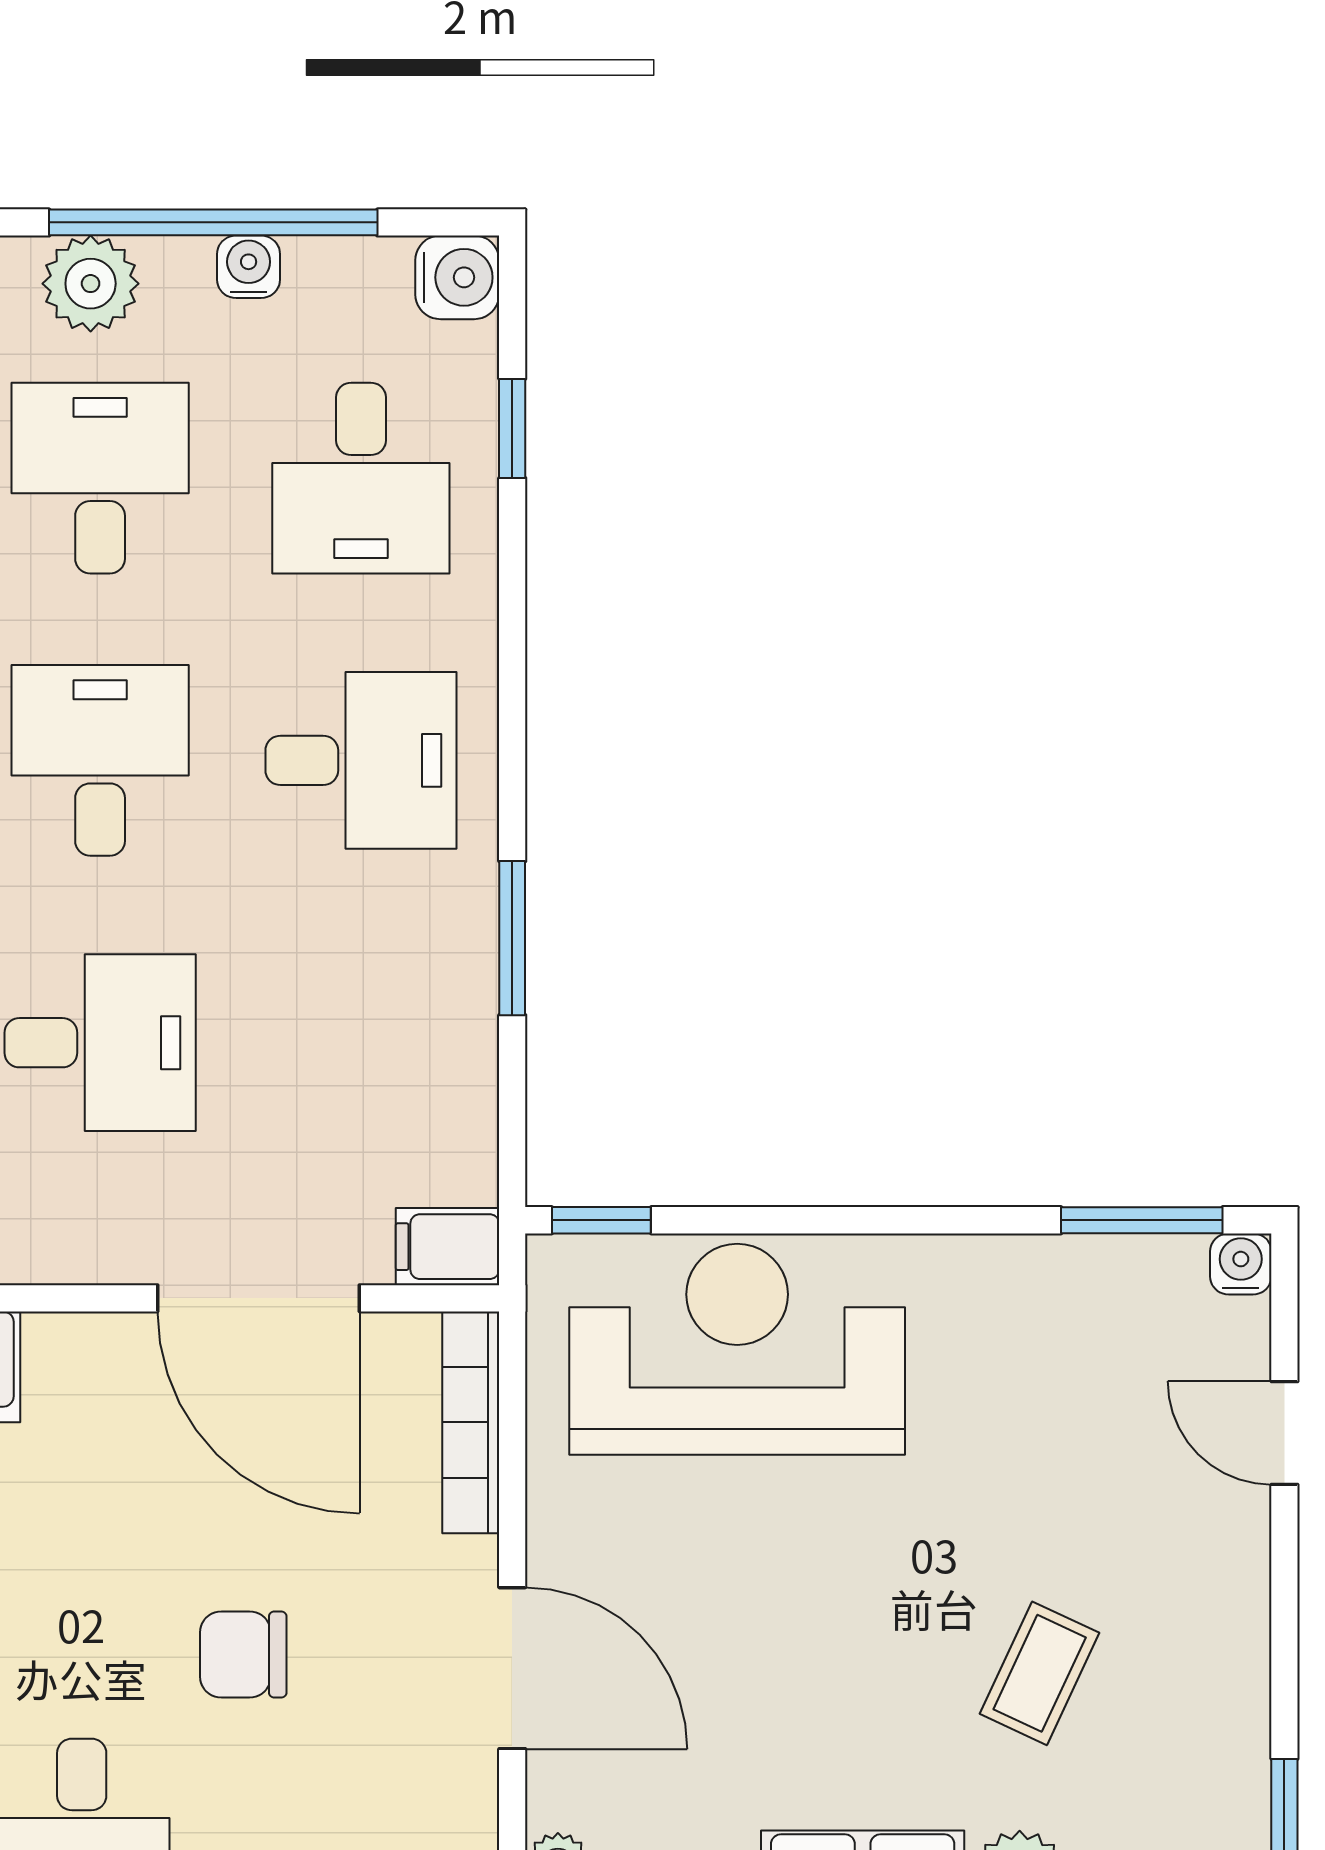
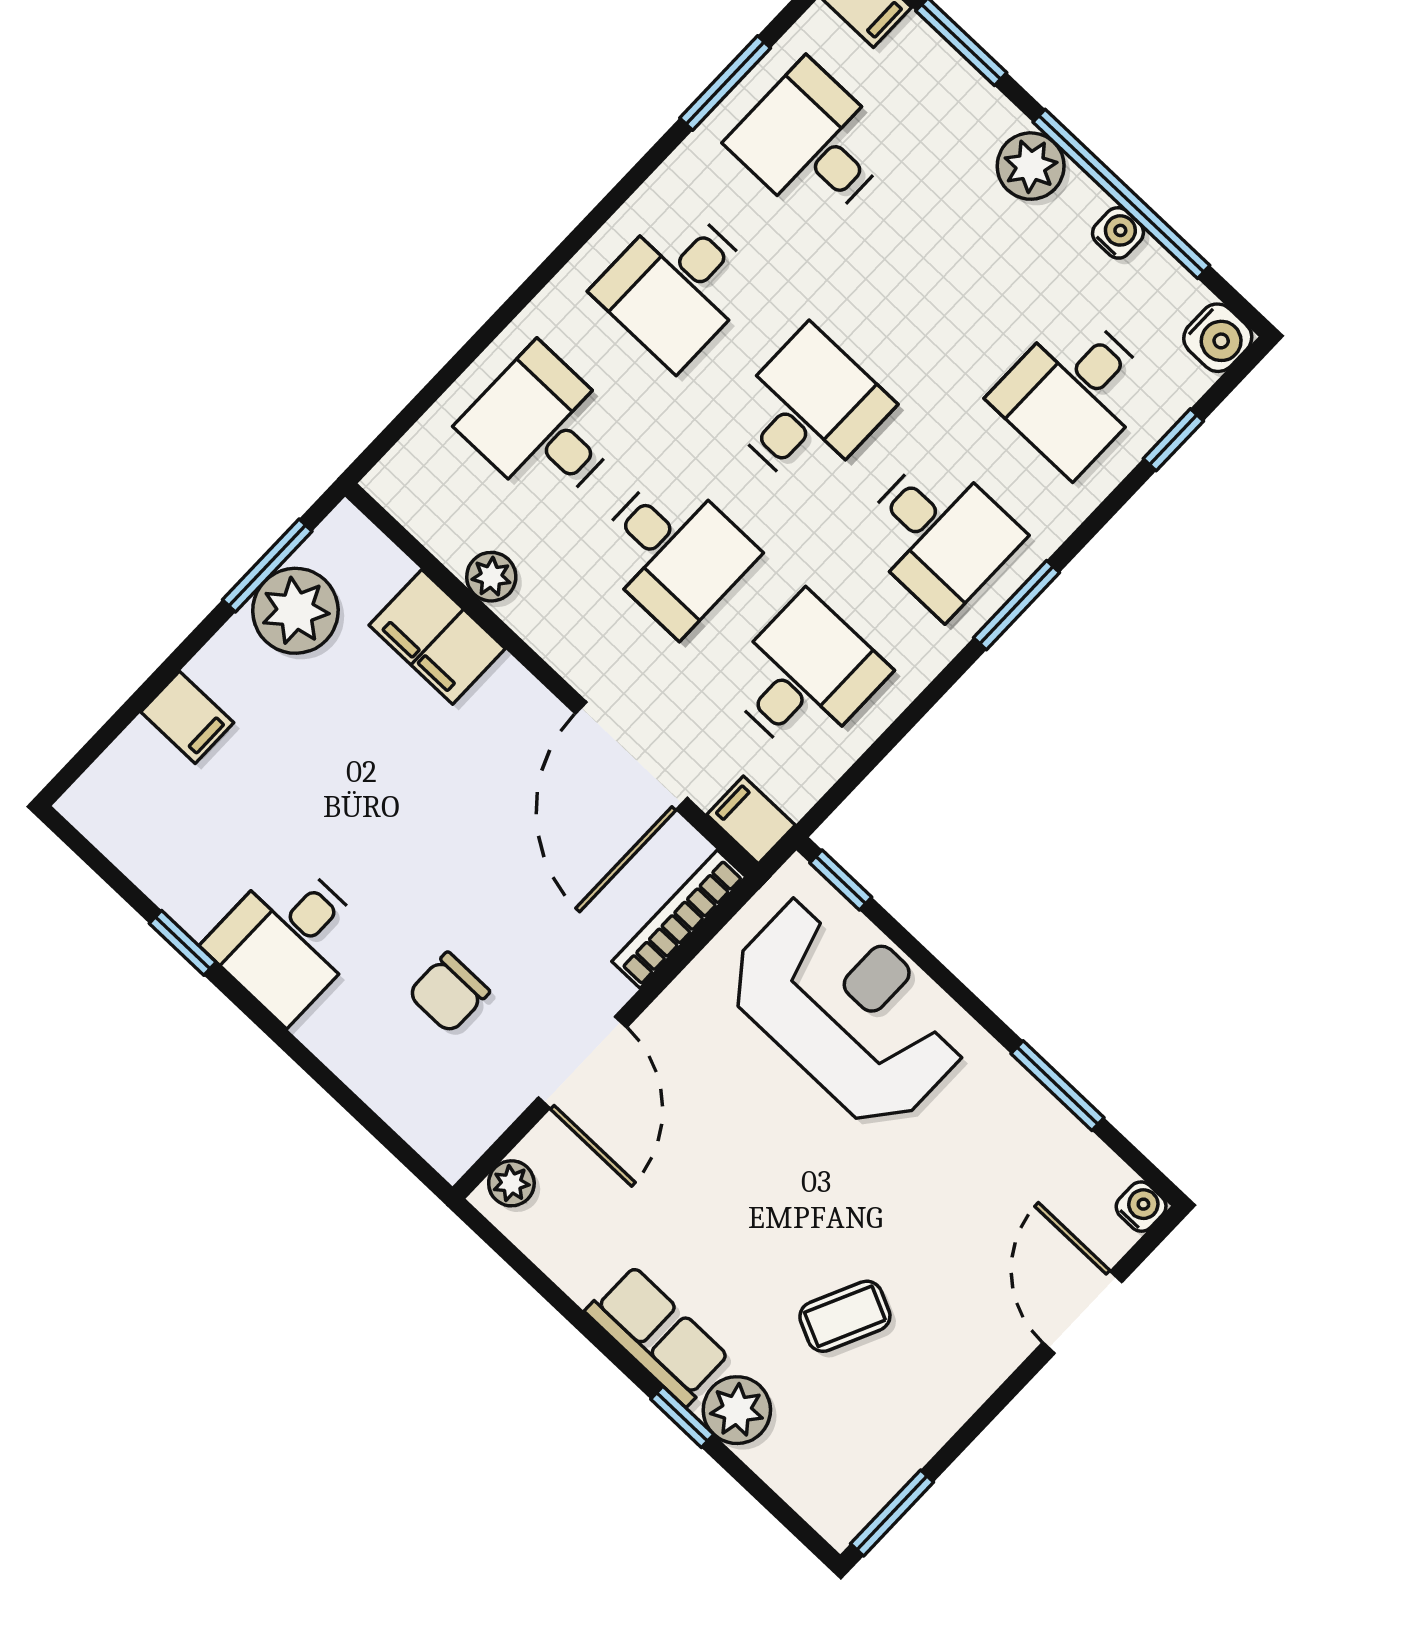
desk: (100, 478) -> (805, 676), moved
window: (512, 938) -> (1016, 605), moved
window: (1142, 1220) -> (1058, 1086), moved
door: (1284, 1433) -> (1082, 1312), width x1.38
chair: (243, 1655) -> (449, 993), moved, turned -90

